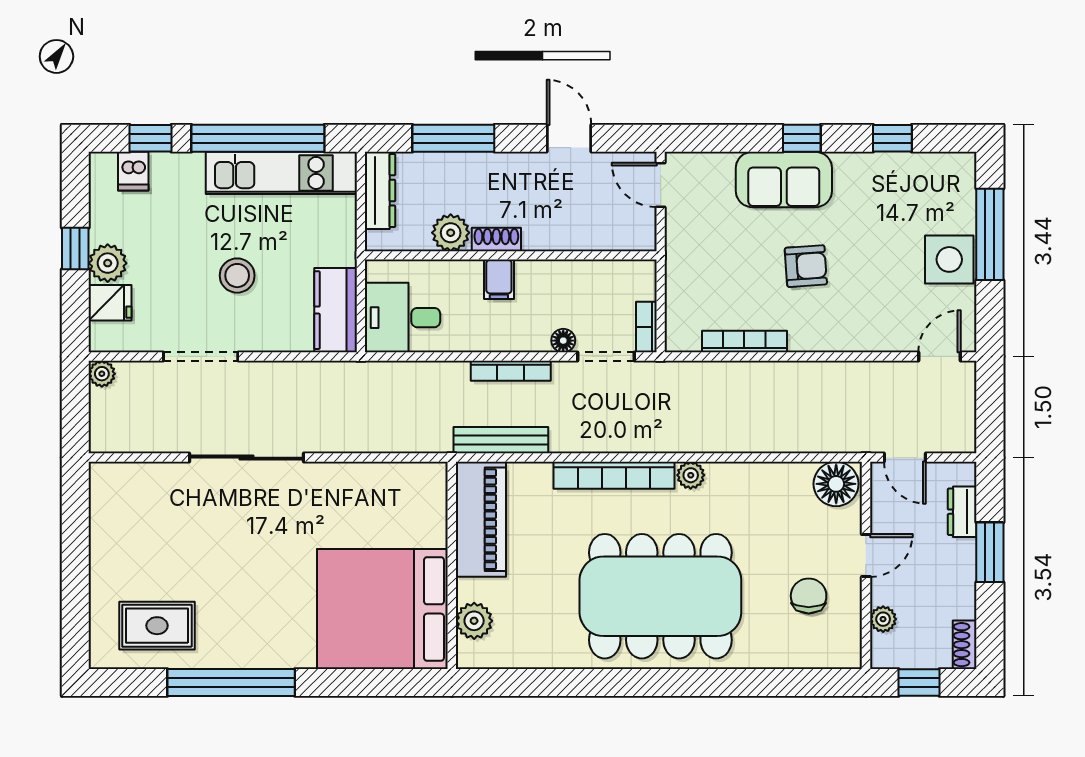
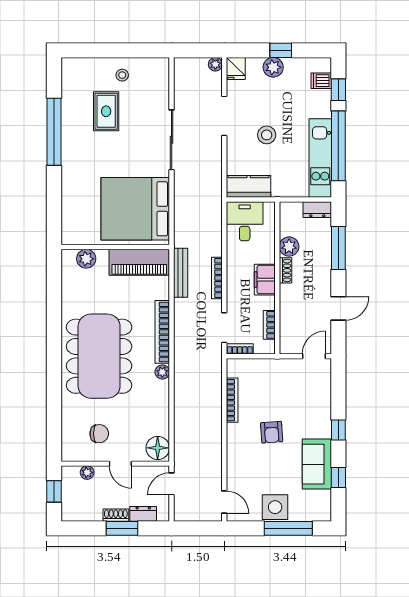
sofa: (784, 180) -> (317, 464), moved
dresser: (380, 190) -> (317, 210), width x0.70
bookcase: (601, 271) -> (269, 325), added
filing cabinet: (499, 279) -> (265, 280), width x2.00
fridge: (110, 303) -> (236, 69), moved
floor lamp: (563, 341) -> (233, 305), removed
stool: (123, 552) -> (122, 75), added
bed: (382, 609) -> (135, 209), moved, turned -90
rug: (157, 626) -> (106, 111), moved
shoe rack: (965, 645) -> (116, 515), moved

